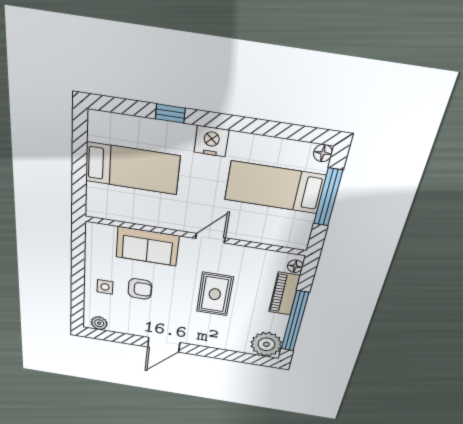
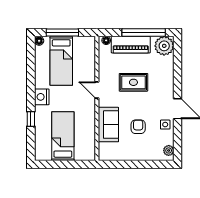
side table: (105, 287) -> (165, 125), moved
piano: (284, 294) -> (131, 45), width x1.37, depth x1.33

